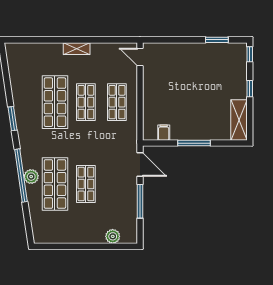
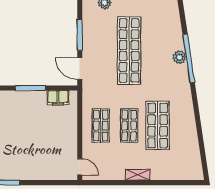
window: (13, 119) -> (196, 110), removed
filing cabinet: (164, 133) -> (58, 98), width x2.00
shop shelf: (55, 184) -> (158, 51), removed
shop shelf: (86, 184) -> (129, 51), width x2.00, depth x1.36

